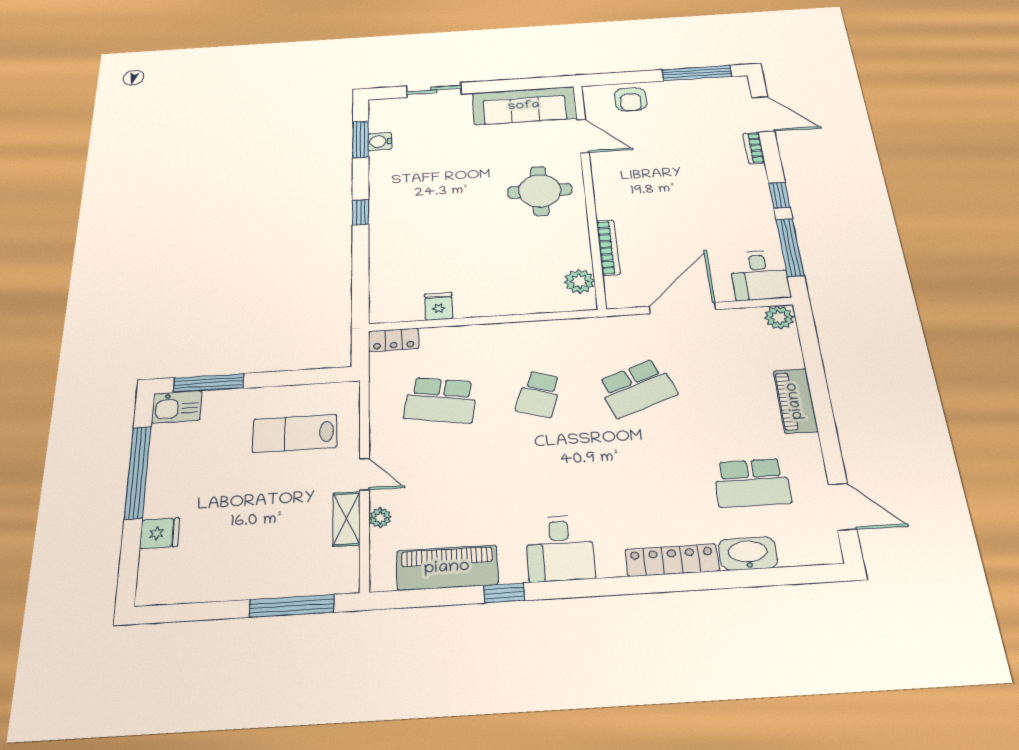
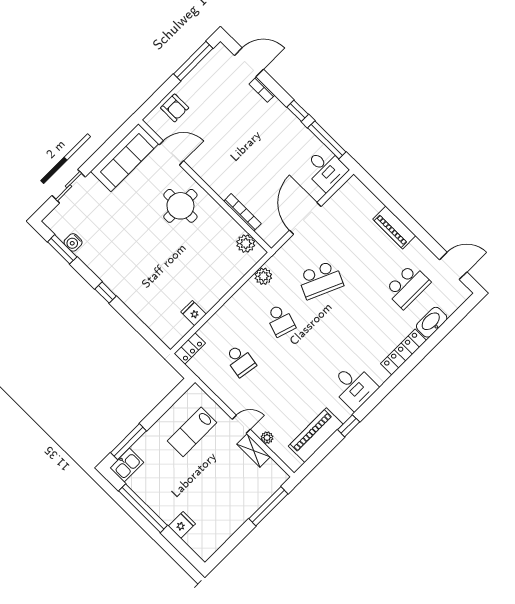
plant: (779, 317) -> (263, 276), moved
school desk: (637, 388) -> (321, 280), turned 45
school desk: (441, 400) -> (240, 361), width x0.54

